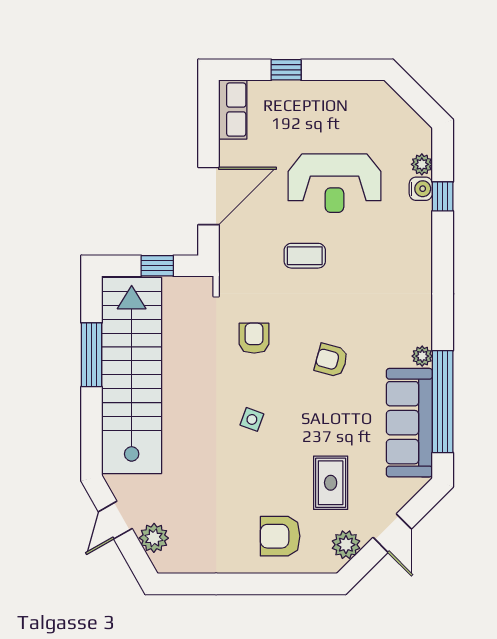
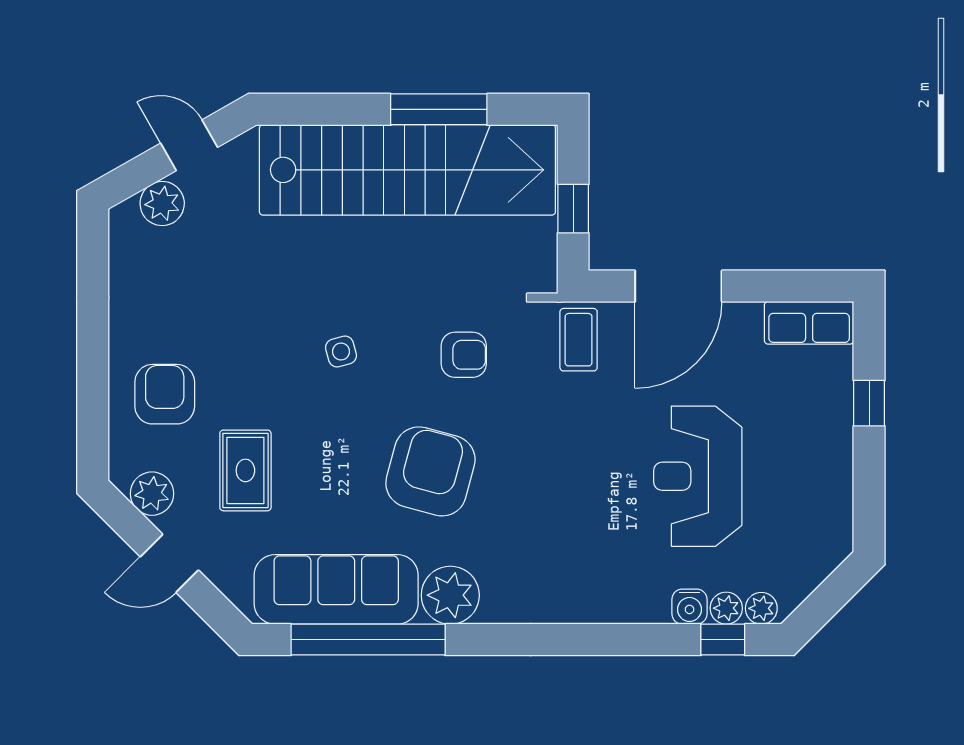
plant: (422, 141) -> (761, 608), added
door: (209, 196) -> (678, 286), hinge flipped
window: (443, 196) -> (723, 640), moved
coffee table: (305, 256) -> (579, 340), moved
plant: (422, 356) -> (450, 595), width x1.87, depth x1.87
armchair: (331, 360) -> (430, 471), width x1.88, depth x1.88
side table: (252, 419) -> (341, 351), turned -36
rug: (331, 483) -> (245, 470), turned 90

